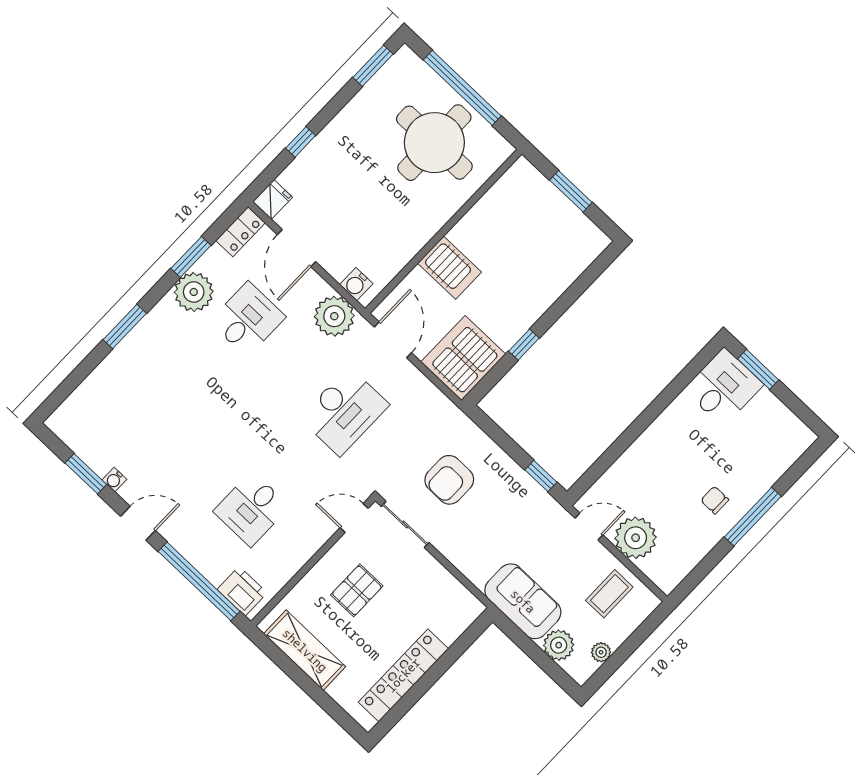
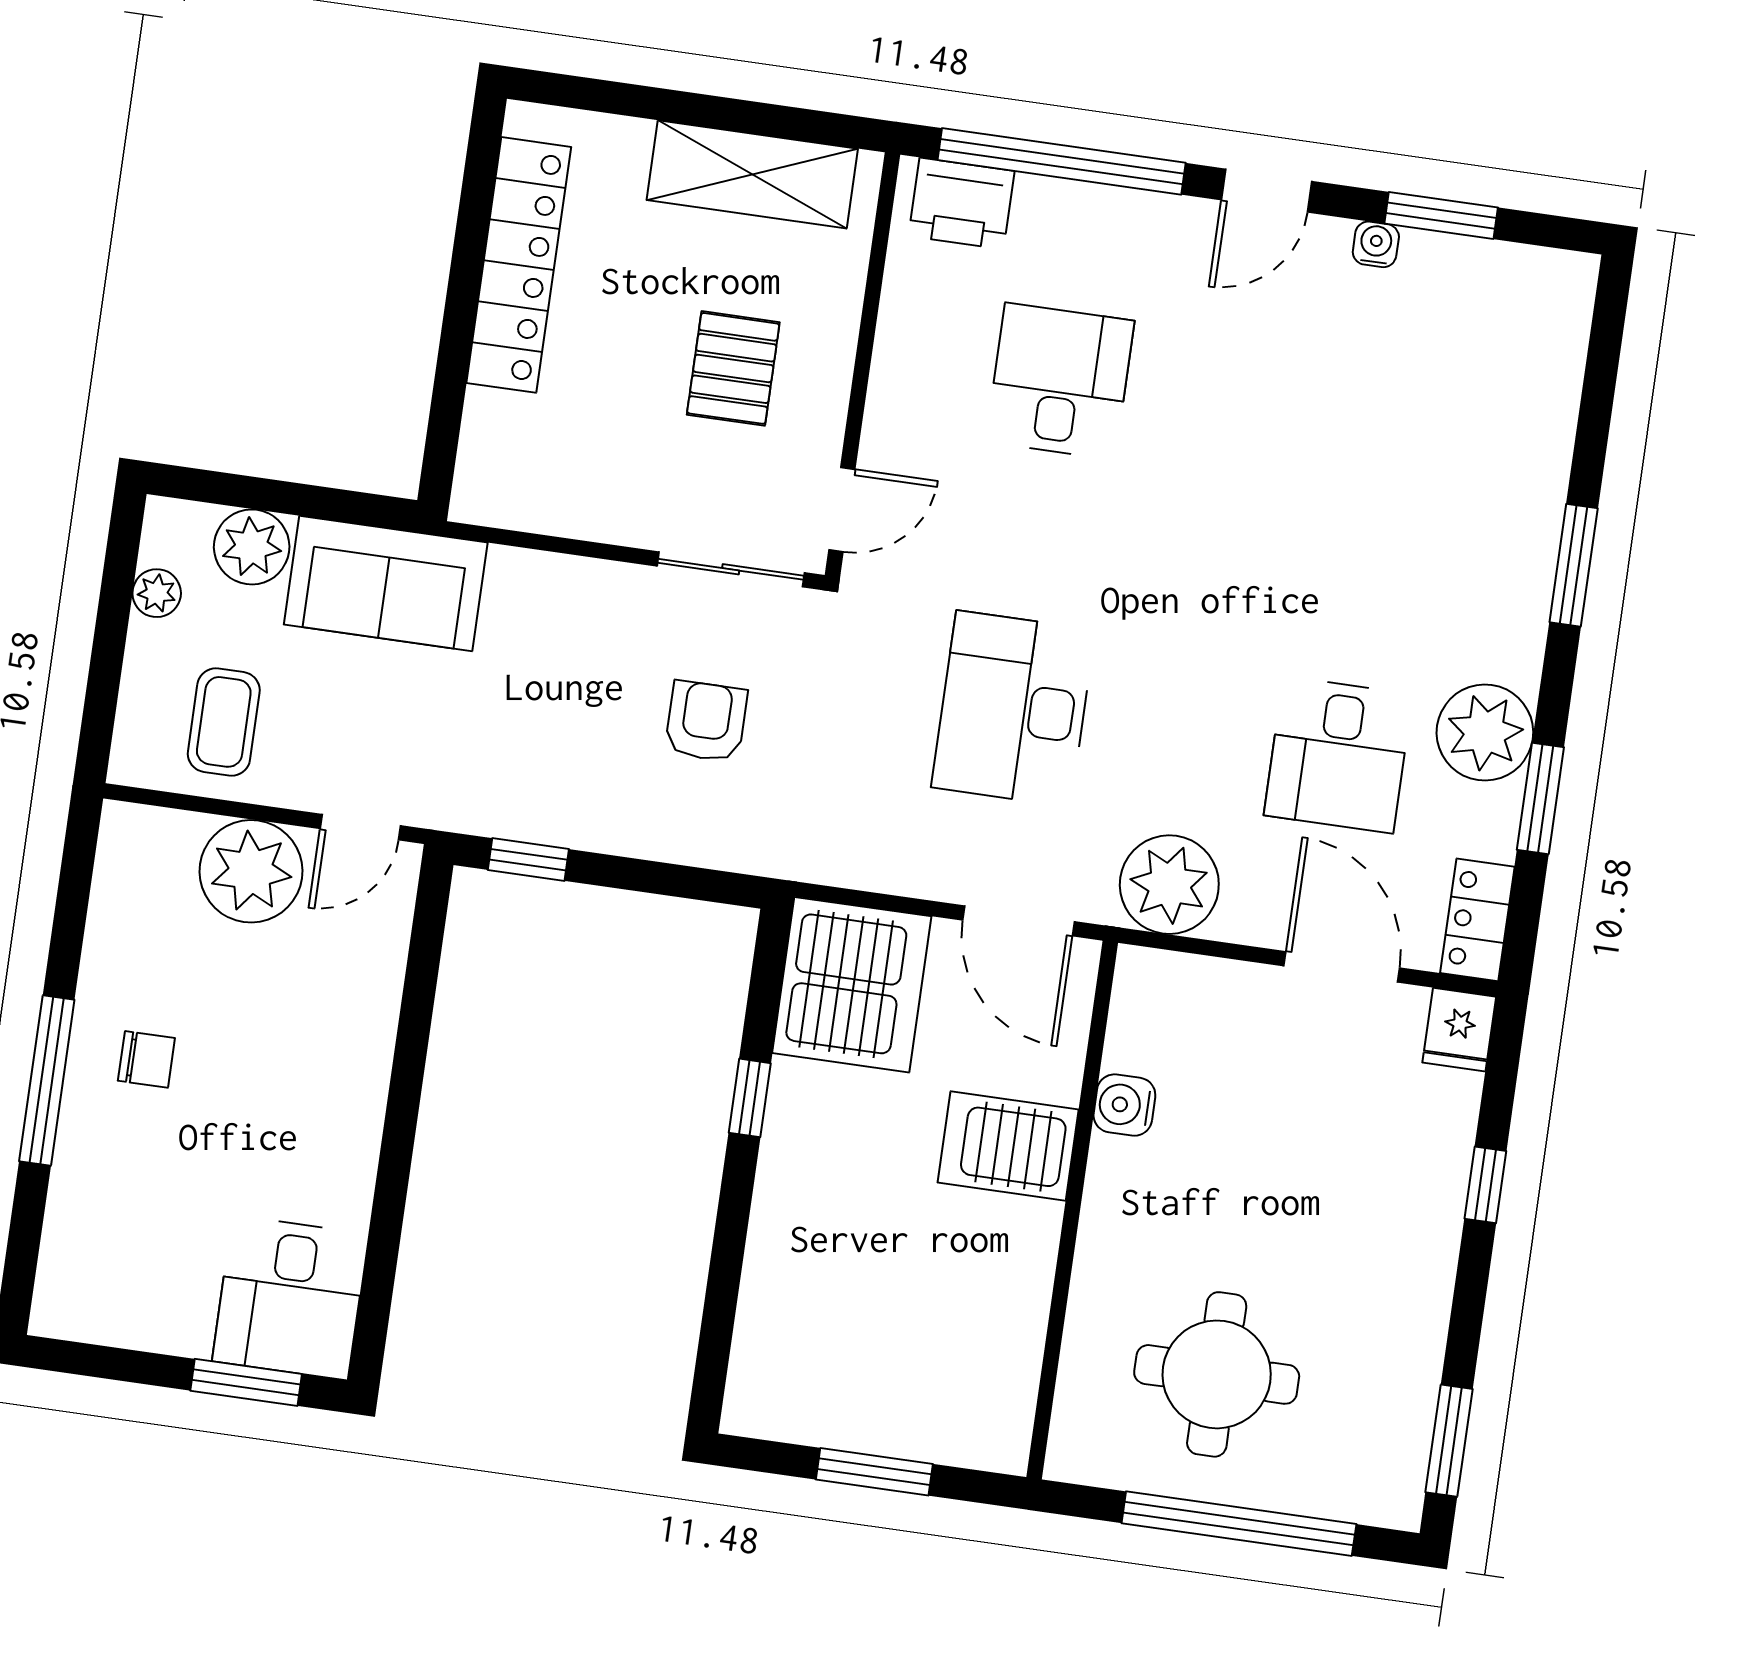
round table: (434, 143) -> (1217, 1374), width x0.73, depth x0.73
water cooler: (356, 284) -> (1124, 1105), moved, turned -90
armchair: (449, 480) -> (706, 721), width x0.72, depth x0.72

